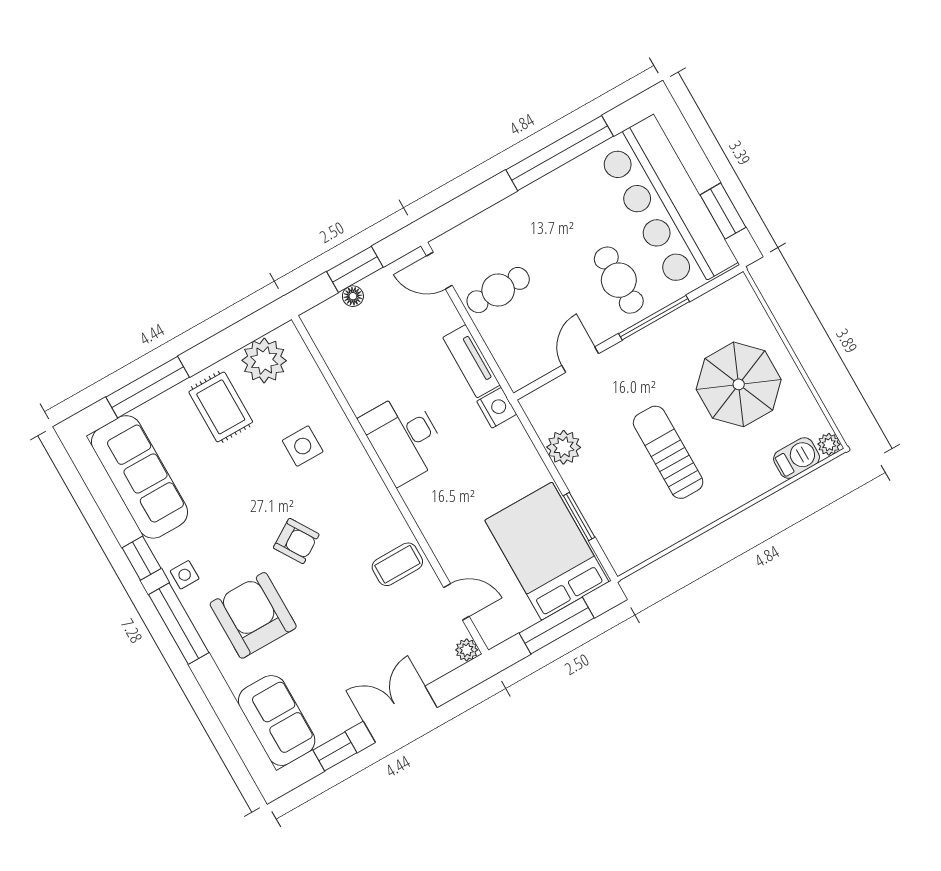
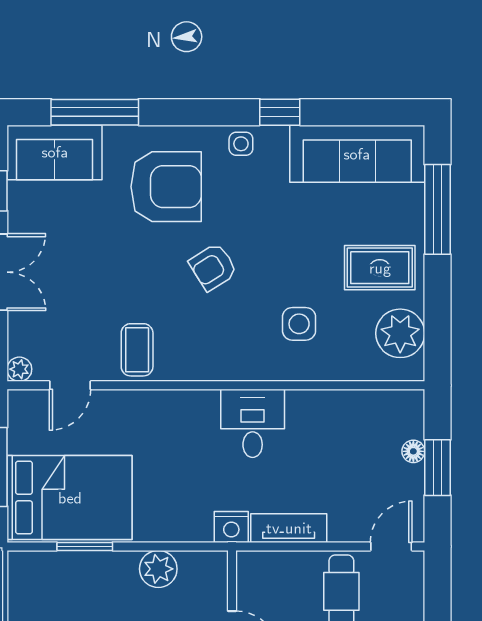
desk: (404, 438) -> (253, 423), width x0.73
window: (179, 624) -> (95, 112), moved

